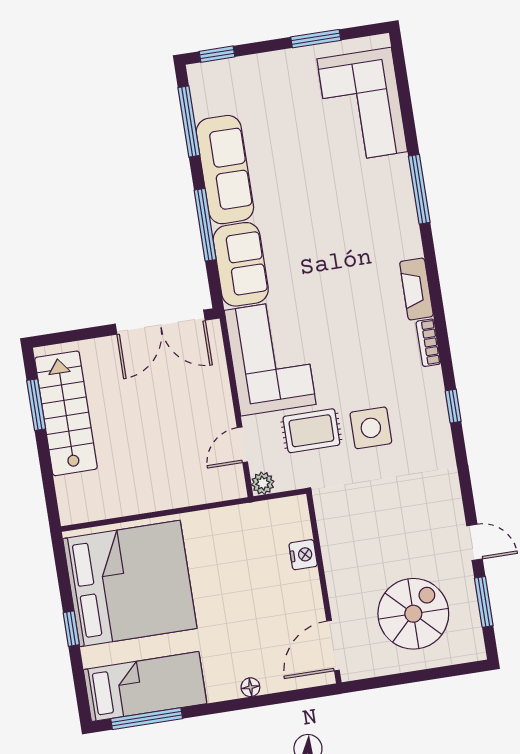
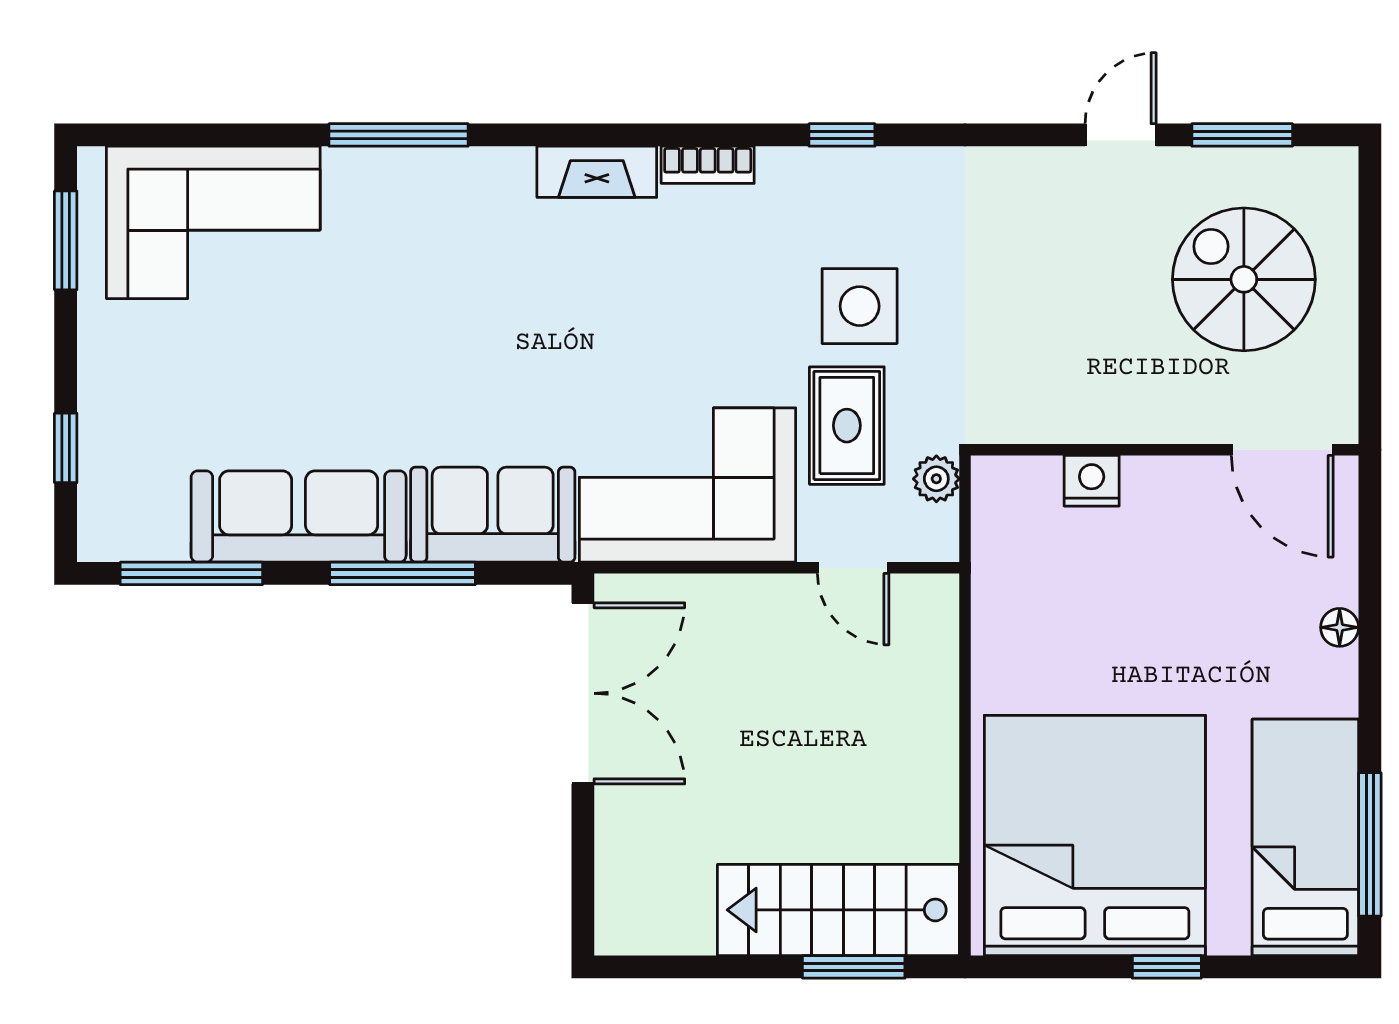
window: (316, 39) -> (66, 240), moved
window: (217, 54) -> (66, 448), moved
window: (36, 405) -> (854, 967), moved
stairs: (66, 413) -> (838, 910), moved
plant: (263, 483) -> (936, 479), moved

